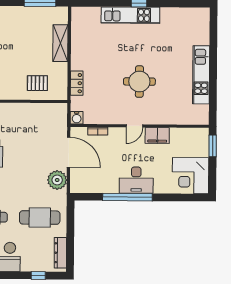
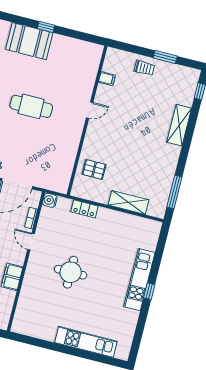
kitchen unit: (201, 75) -> (86, 342), moved
pallet: (37, 83) -> (94, 169), turned 90
door: (134, 126) -> (31, 242), moved

